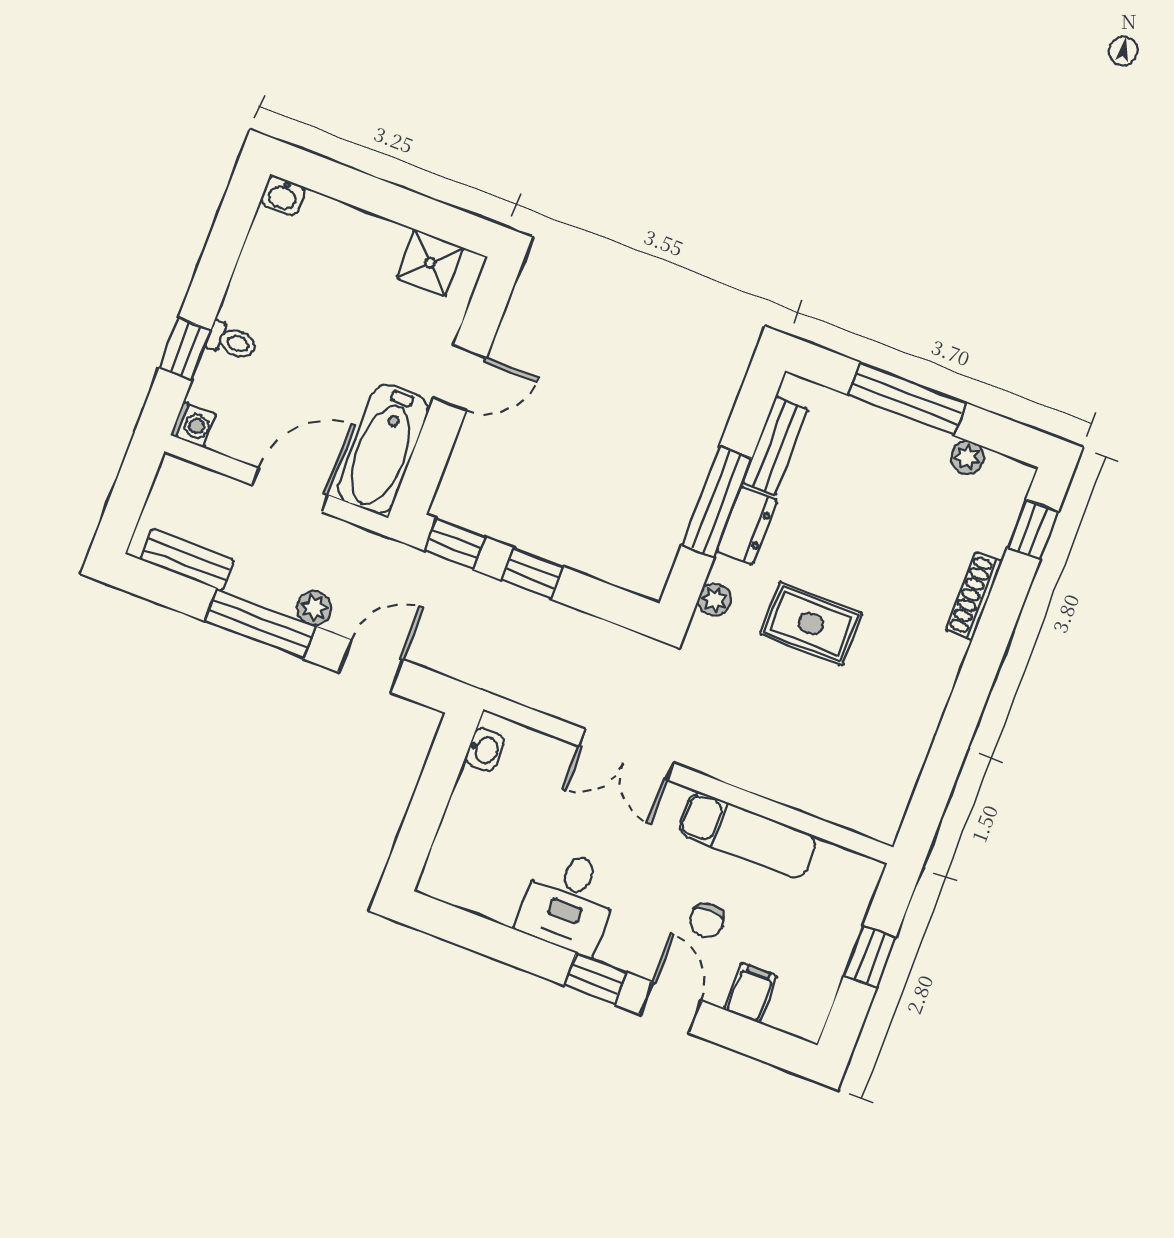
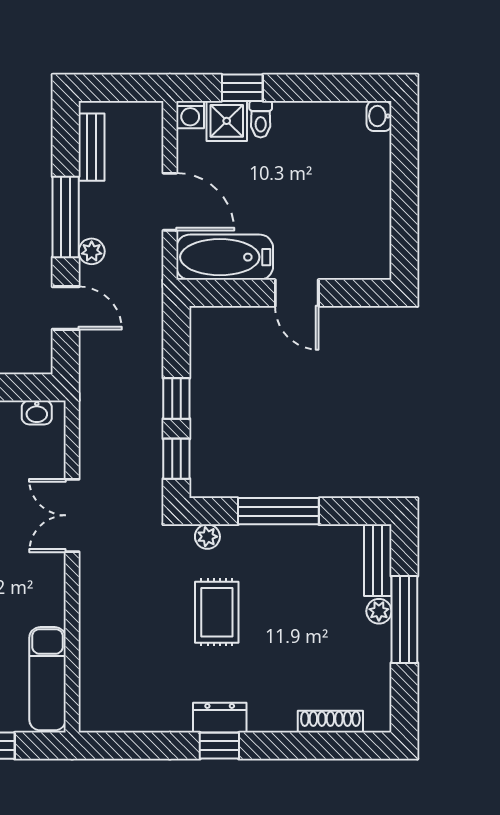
shower: (430, 263) -> (227, 121), moved
bench: (775, 446) -> (378, 560), moved, turned 90
plant: (967, 457) -> (379, 611), moved
dresser: (747, 526) -> (220, 718), moved, turned 180
window: (1033, 529) -> (219, 746), moved
window: (455, 544) -> (176, 459), moved
shoe rack: (974, 596) -> (330, 722), moved
exam couch: (747, 835) -> (48, 679), moved

